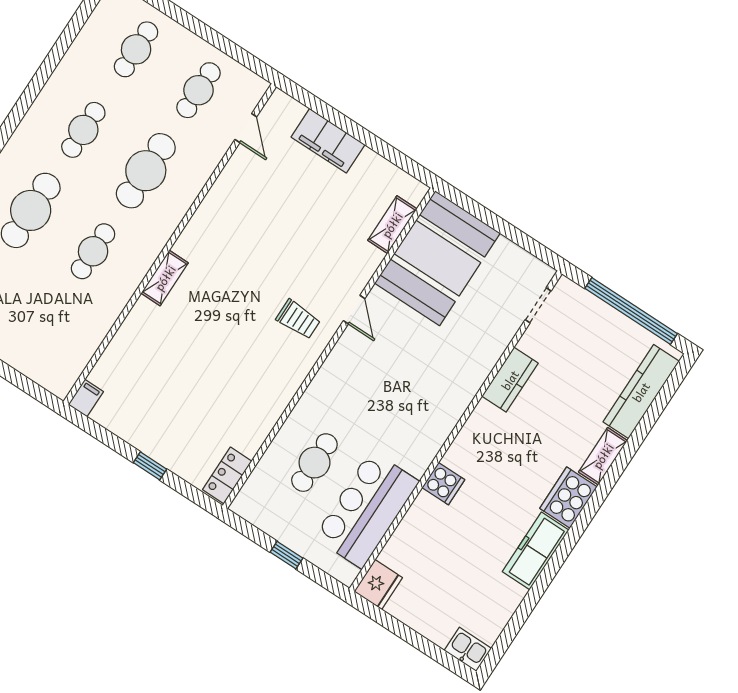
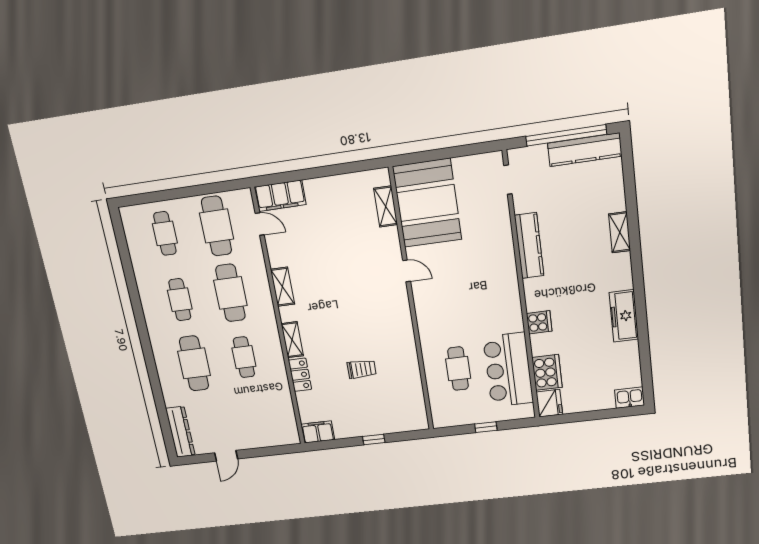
cafe table: (198, 90) -> (217, 226), width x1.37, depth x1.35
filing cabinet: (328, 141) -> (280, 196), moved
shelving: (208, 213) -> (282, 287), added
trolley: (298, 319) -> (362, 369), moved
kitchen counter: (510, 380) -> (529, 246), width x1.50
kitchen counter: (641, 392) -> (585, 150), moved, turned -90
filing cabinet: (86, 398) -> (318, 432), width x2.00
locker: (227, 475) -> (300, 375), moved, turned 180
cooker: (568, 498) -> (547, 372), moved, turned 180

